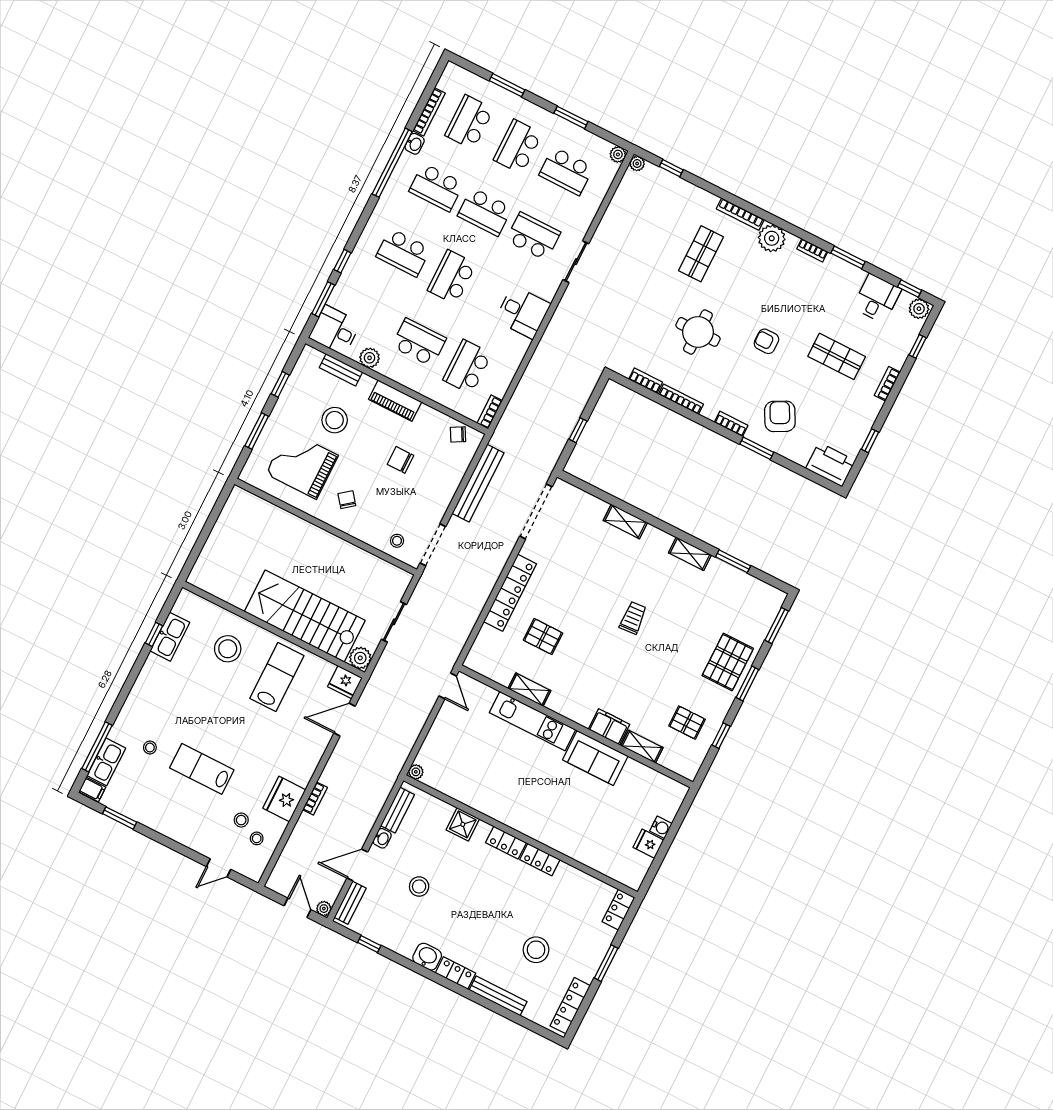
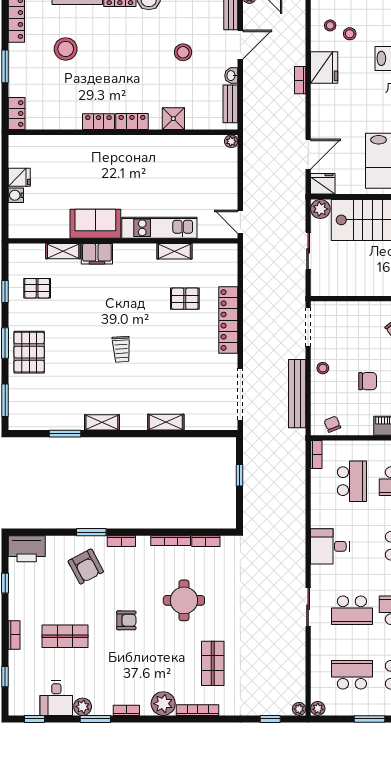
plant: (919, 309) -> (83, 707), moved
chair: (458, 434) -> (332, 424), turned -83
stool: (397, 541) -> (323, 368), moved

